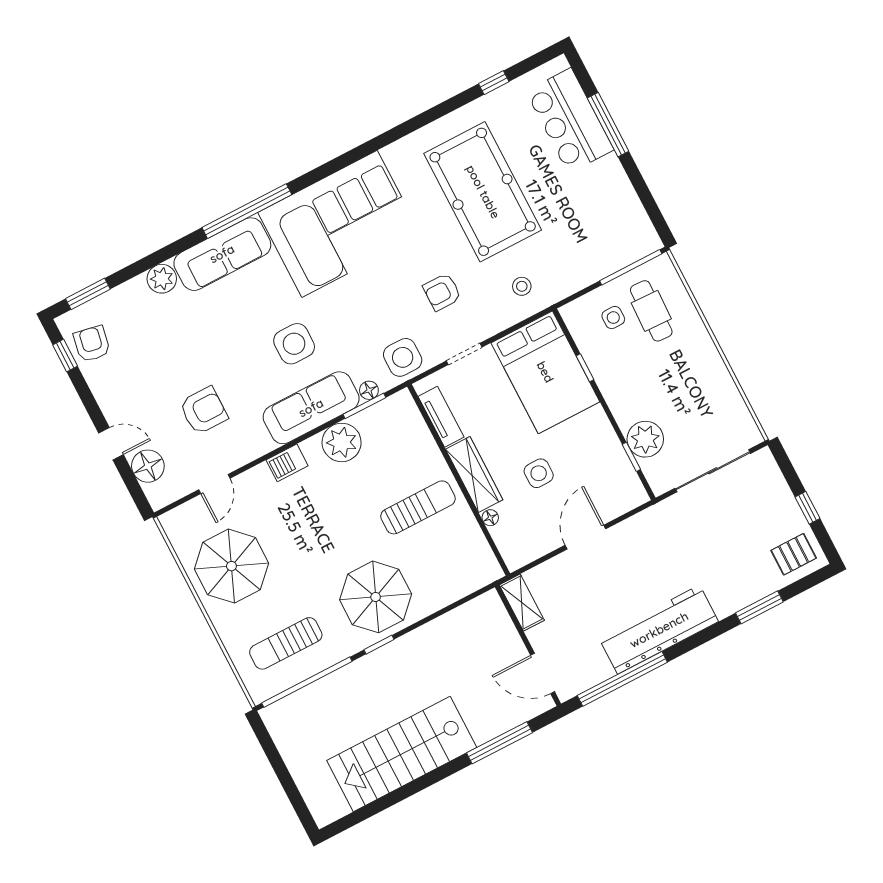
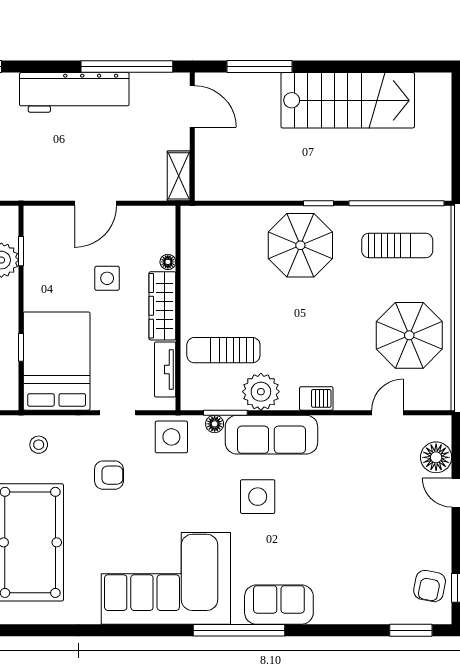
sofa: (222, 254) -> (279, 605), width x0.73
plant: (162, 279) -> (341, 610), removed
armchair: (203, 410) -> (364, 480), removed
sun lounger: (418, 507) -> (223, 350), moved

